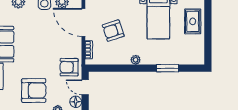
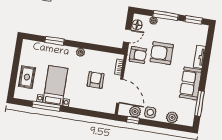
armchair: (113, 31) -> (96, 80), turned -72
door: (85, 87) -> (127, 36), hinge flipped
armchair: (34, 90) -> (162, 53), moved

